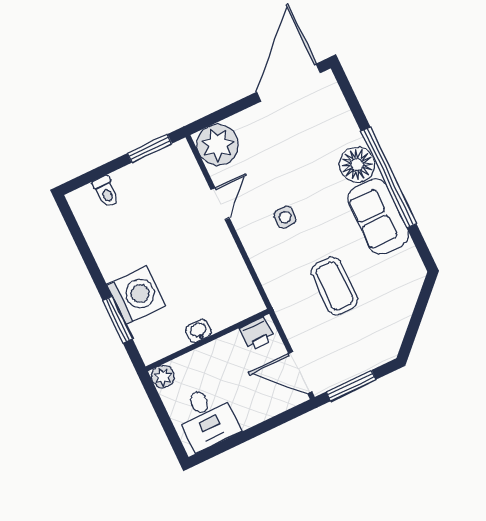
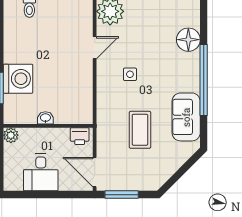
floor lamp: (357, 165) -> (188, 40), moved
sofa: (378, 217) -> (186, 117), moved
desk: (207, 418) -> (41, 172), moved

